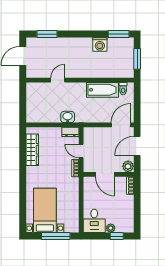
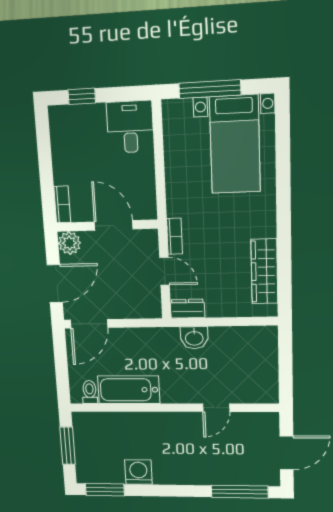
window: (47, 34) -> (240, 492), width x1.44
plant: (111, 228) -> (95, 113), removed

